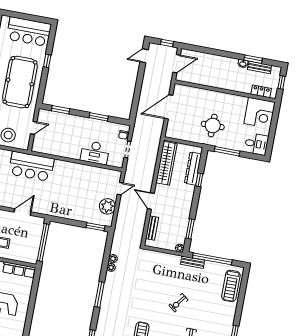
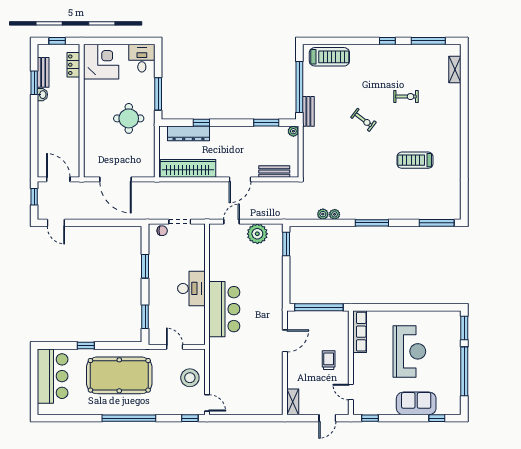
desk: (95, 152) -> (191, 288), moved
bar counter: (31, 166) -> (224, 309), moved
door: (120, 189) -> (232, 222), hinge flipped
door: (23, 212) -> (285, 341), swing flipped

